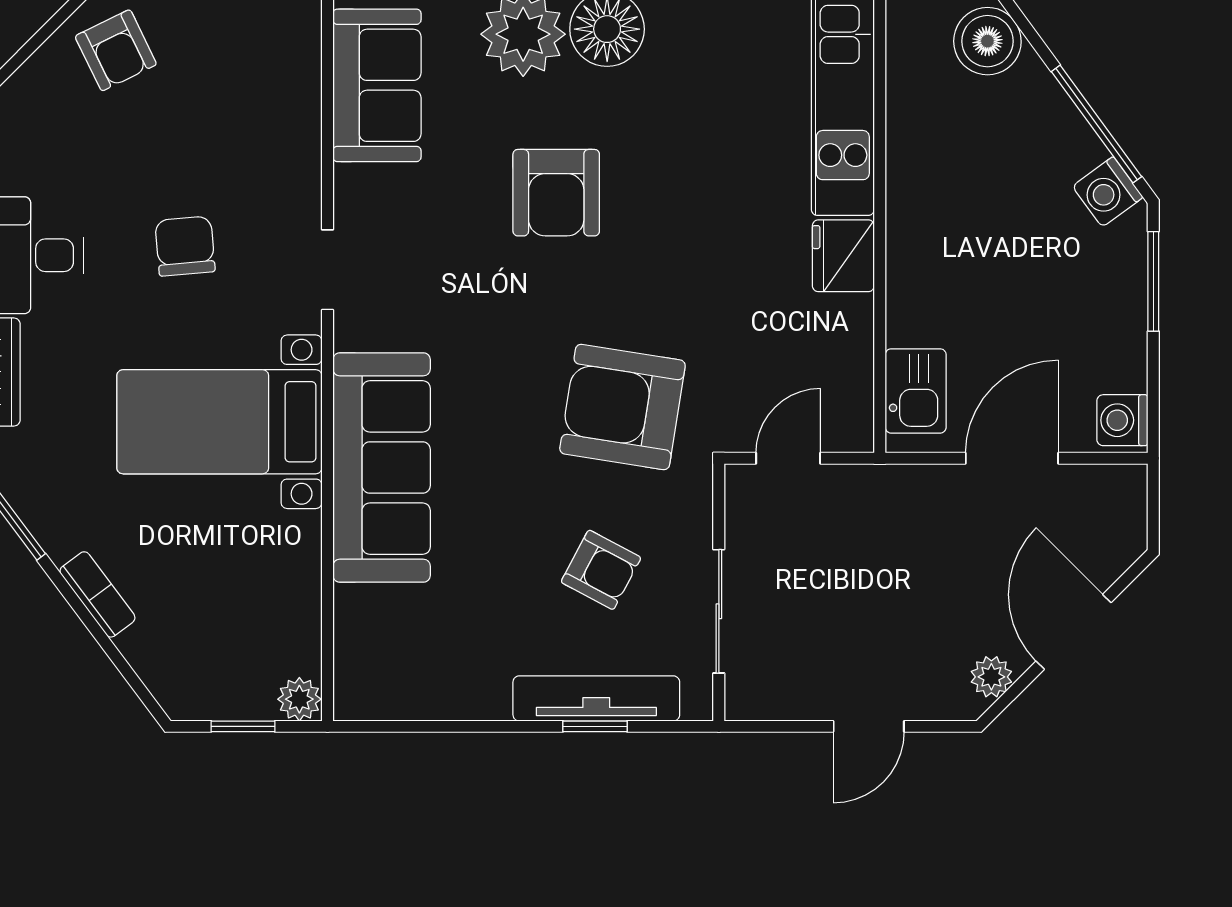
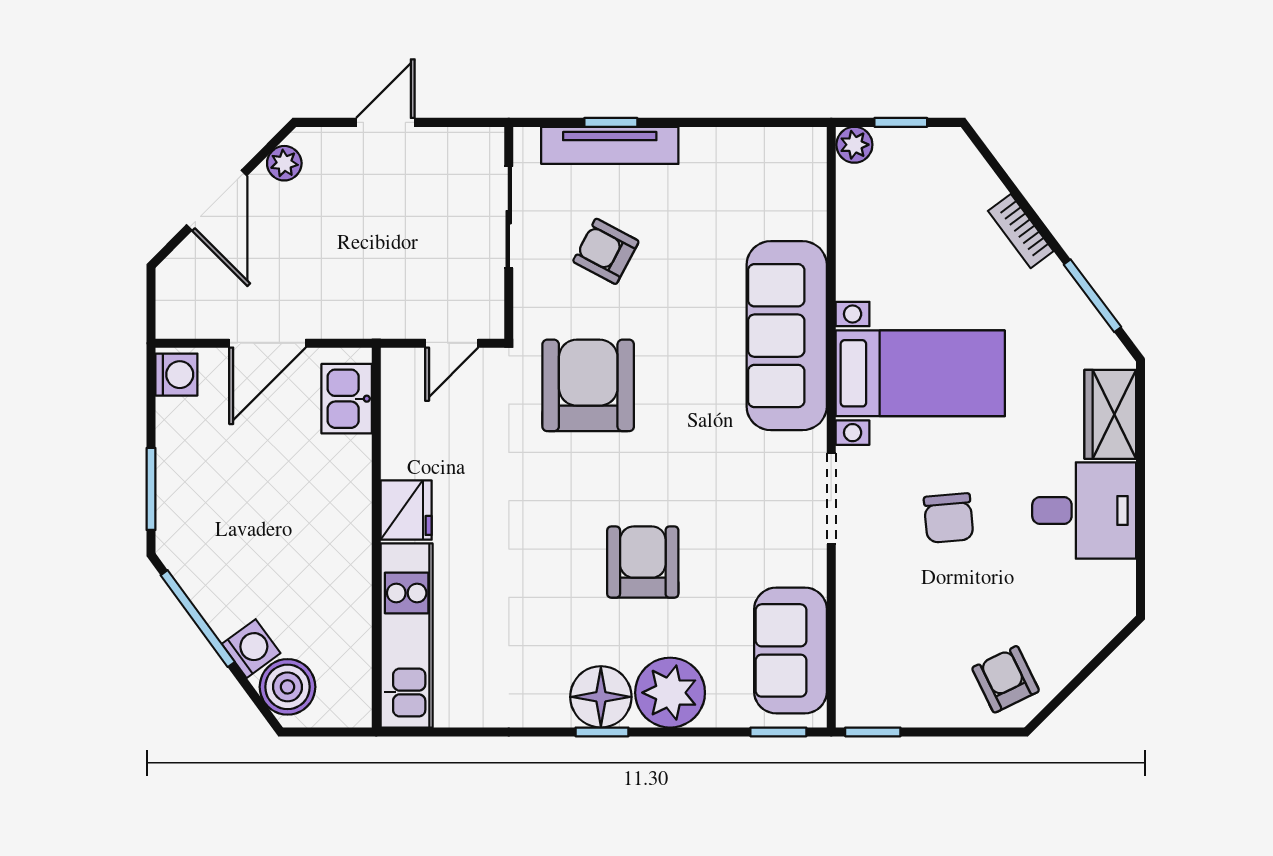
washing machine: (1108, 192) -> (251, 649), moved
doorway: (327, 270) -> (831, 499), width x1.38
armchair: (622, 407) -> (588, 385), turned -99

